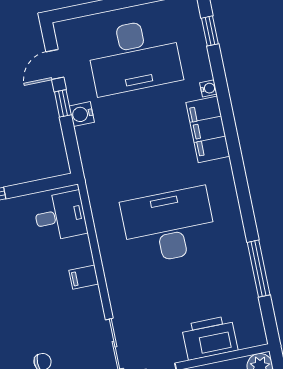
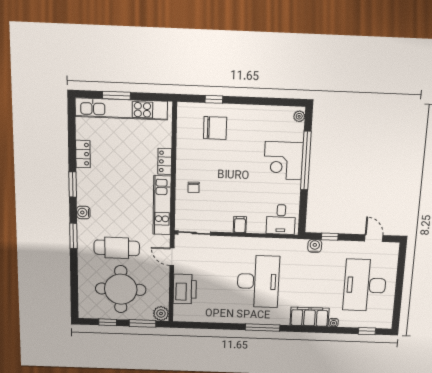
window: (63, 103) -> (330, 237), moved
water cooler: (82, 114) -> (315, 246), moved
window: (259, 269) -> (263, 328), moved

